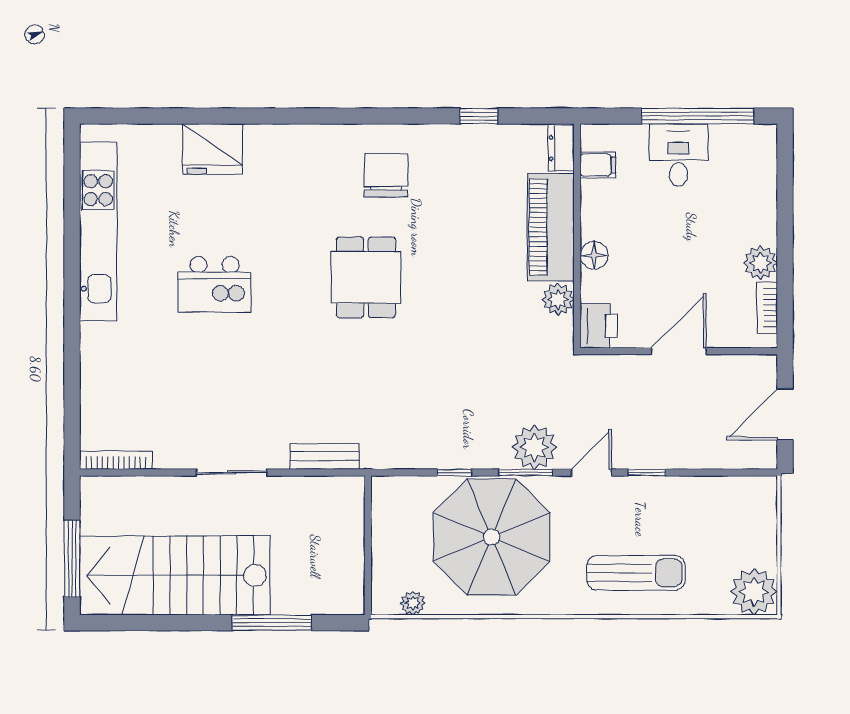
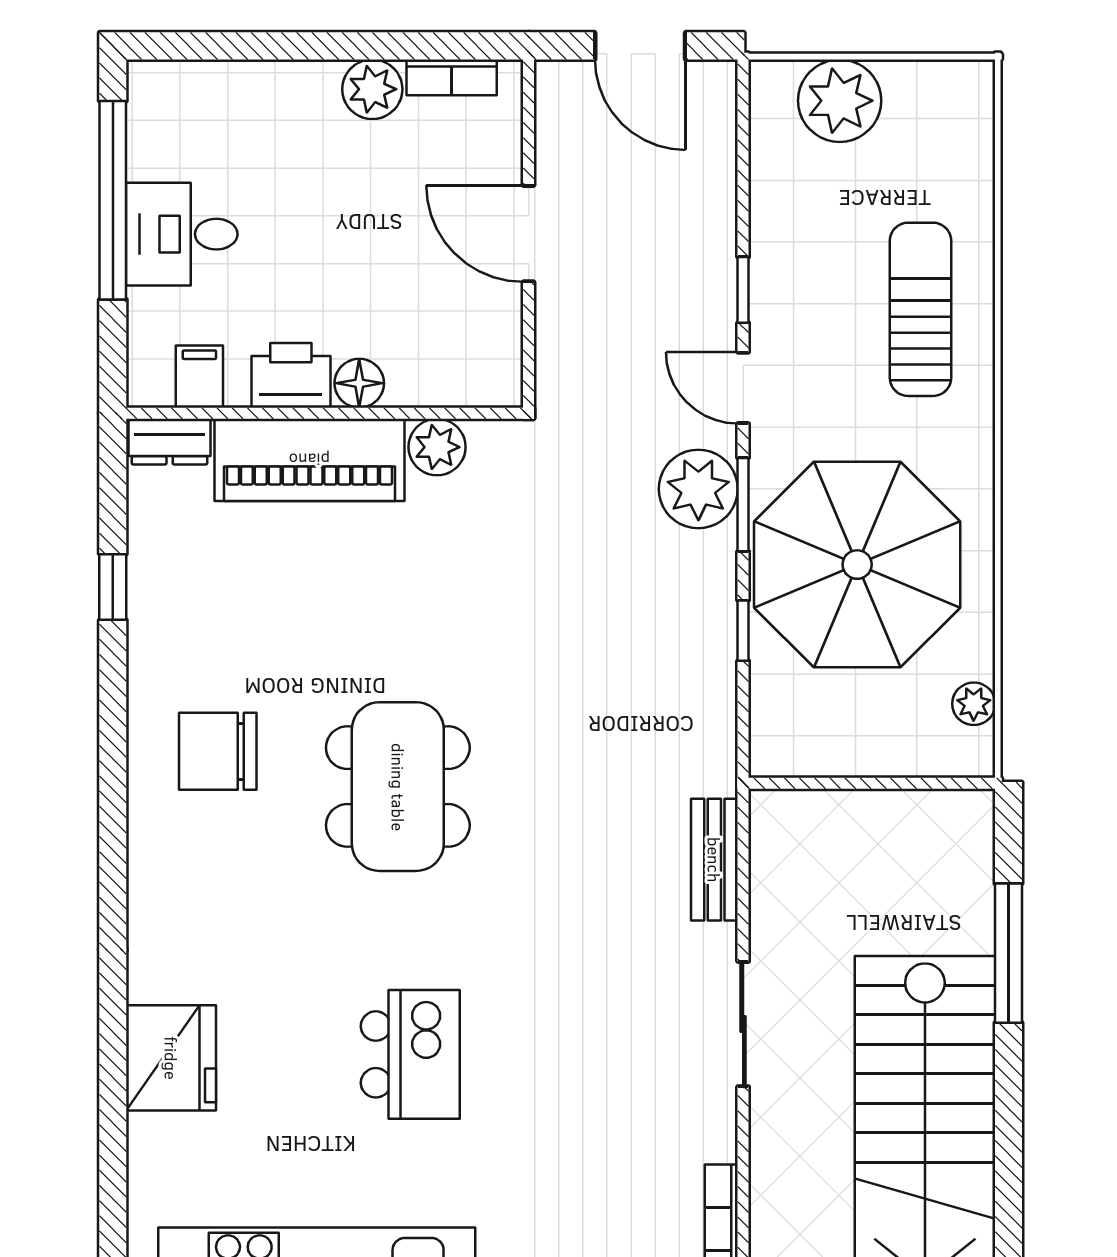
dining table: (366, 277) -> (398, 787), width x1.38
printer: (599, 326) -> (291, 375), moved
plant: (754, 592) -> (840, 101), moved

